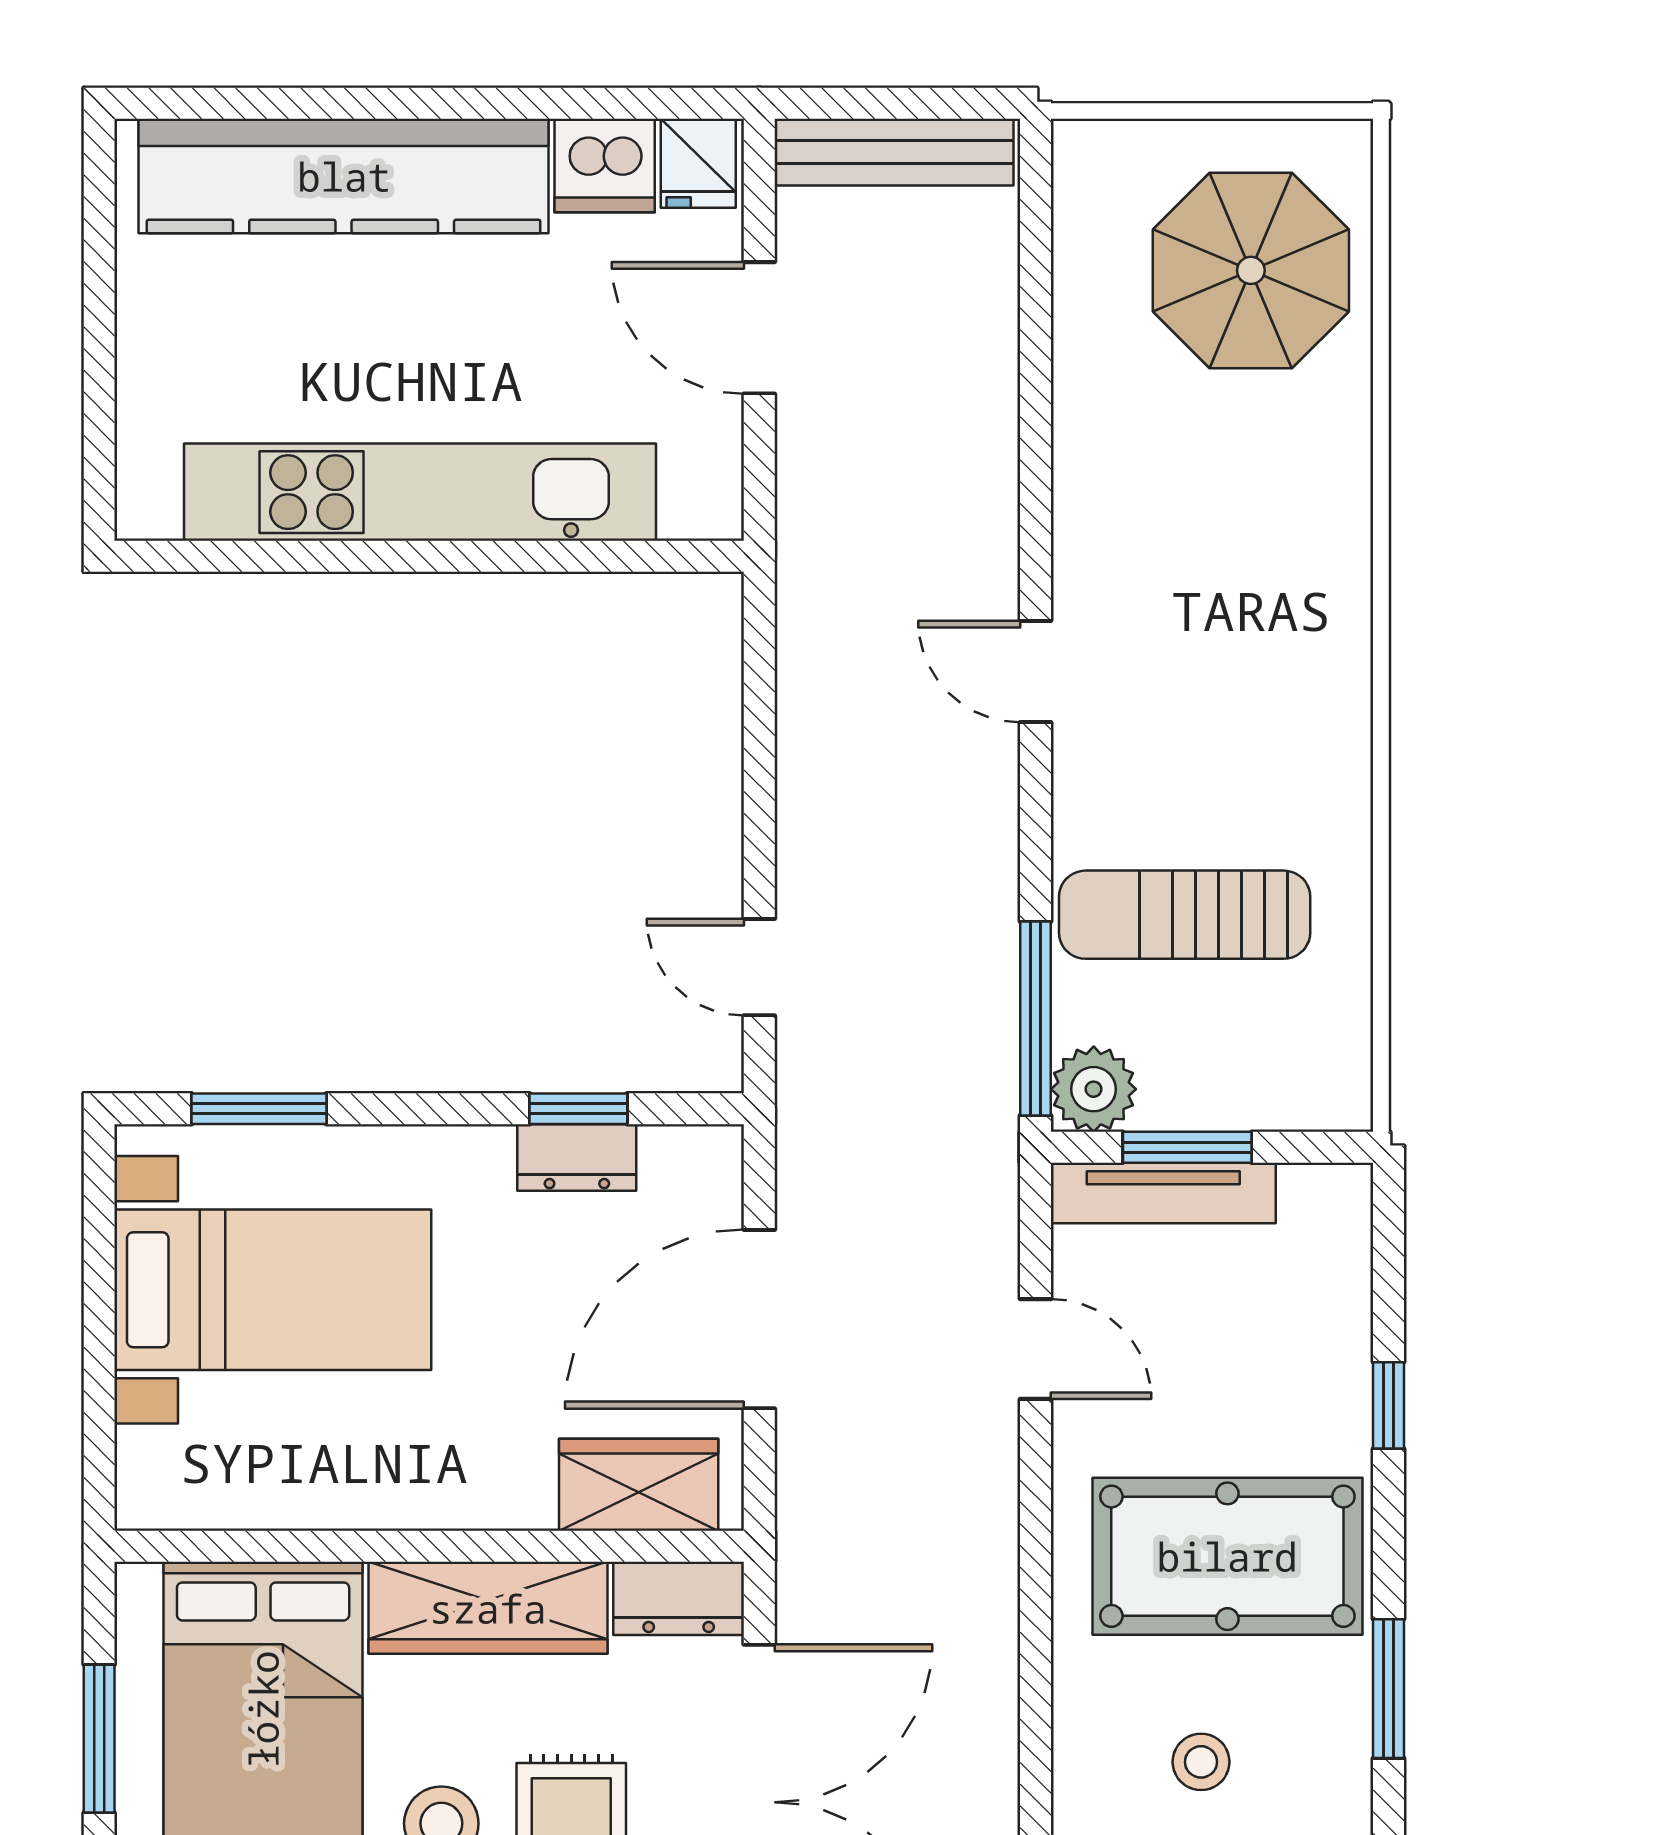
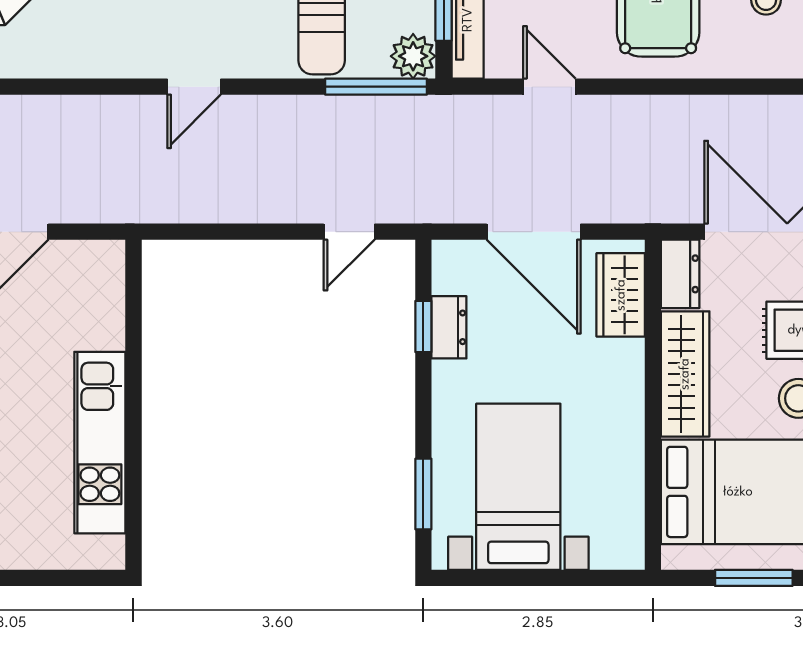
kitchen unit: (420, 492) -> (100, 443), width x0.73
door: (1036, 1349) -> (549, 87), hinge flipped

